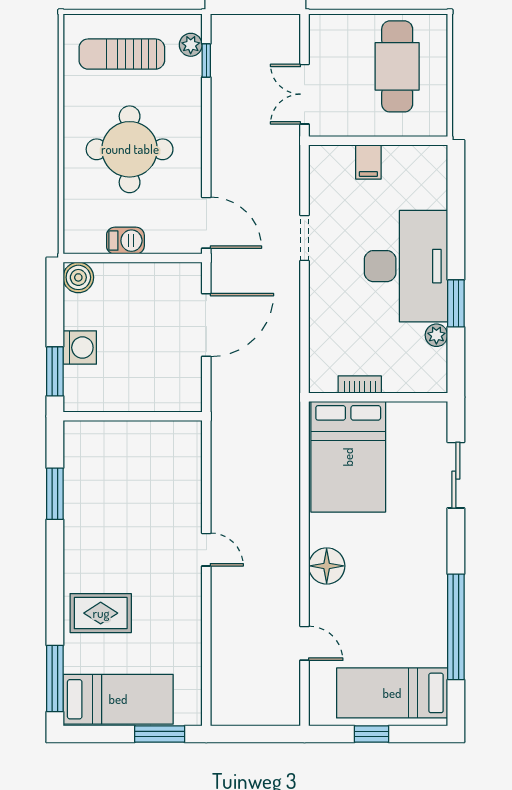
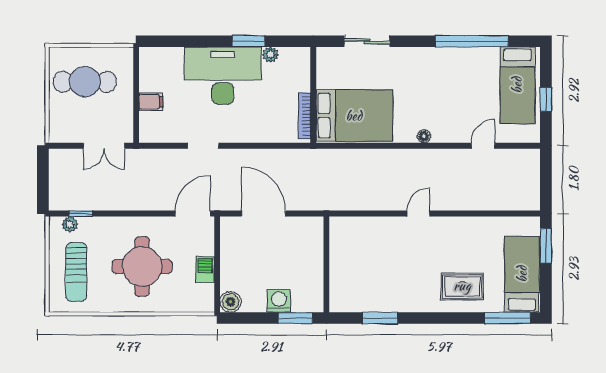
bookcase: (360, 384) -> (304, 116), width x1.56
floor lamp: (327, 566) -> (424, 136), width x0.53, depth x0.53
rug: (101, 613) -> (462, 286), turned 90

